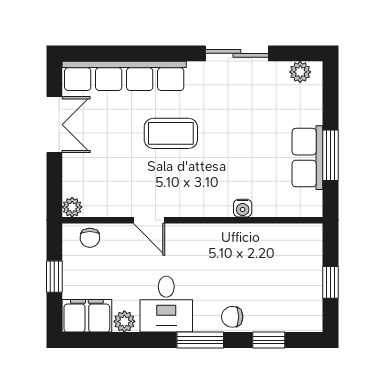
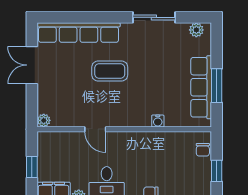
double door: (54, 125) -> (32, 65), swing flipped
row of seats: (307, 158) -> (201, 87), width x1.48
chair: (90, 238) -> (203, 150), moved

